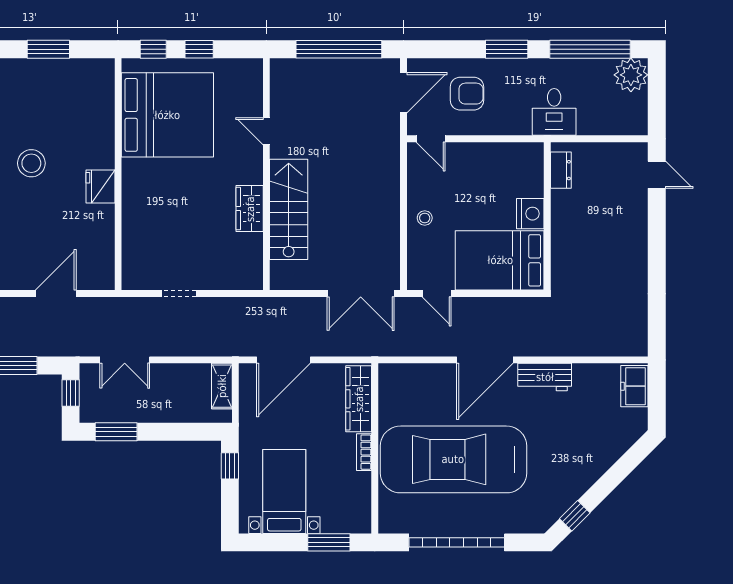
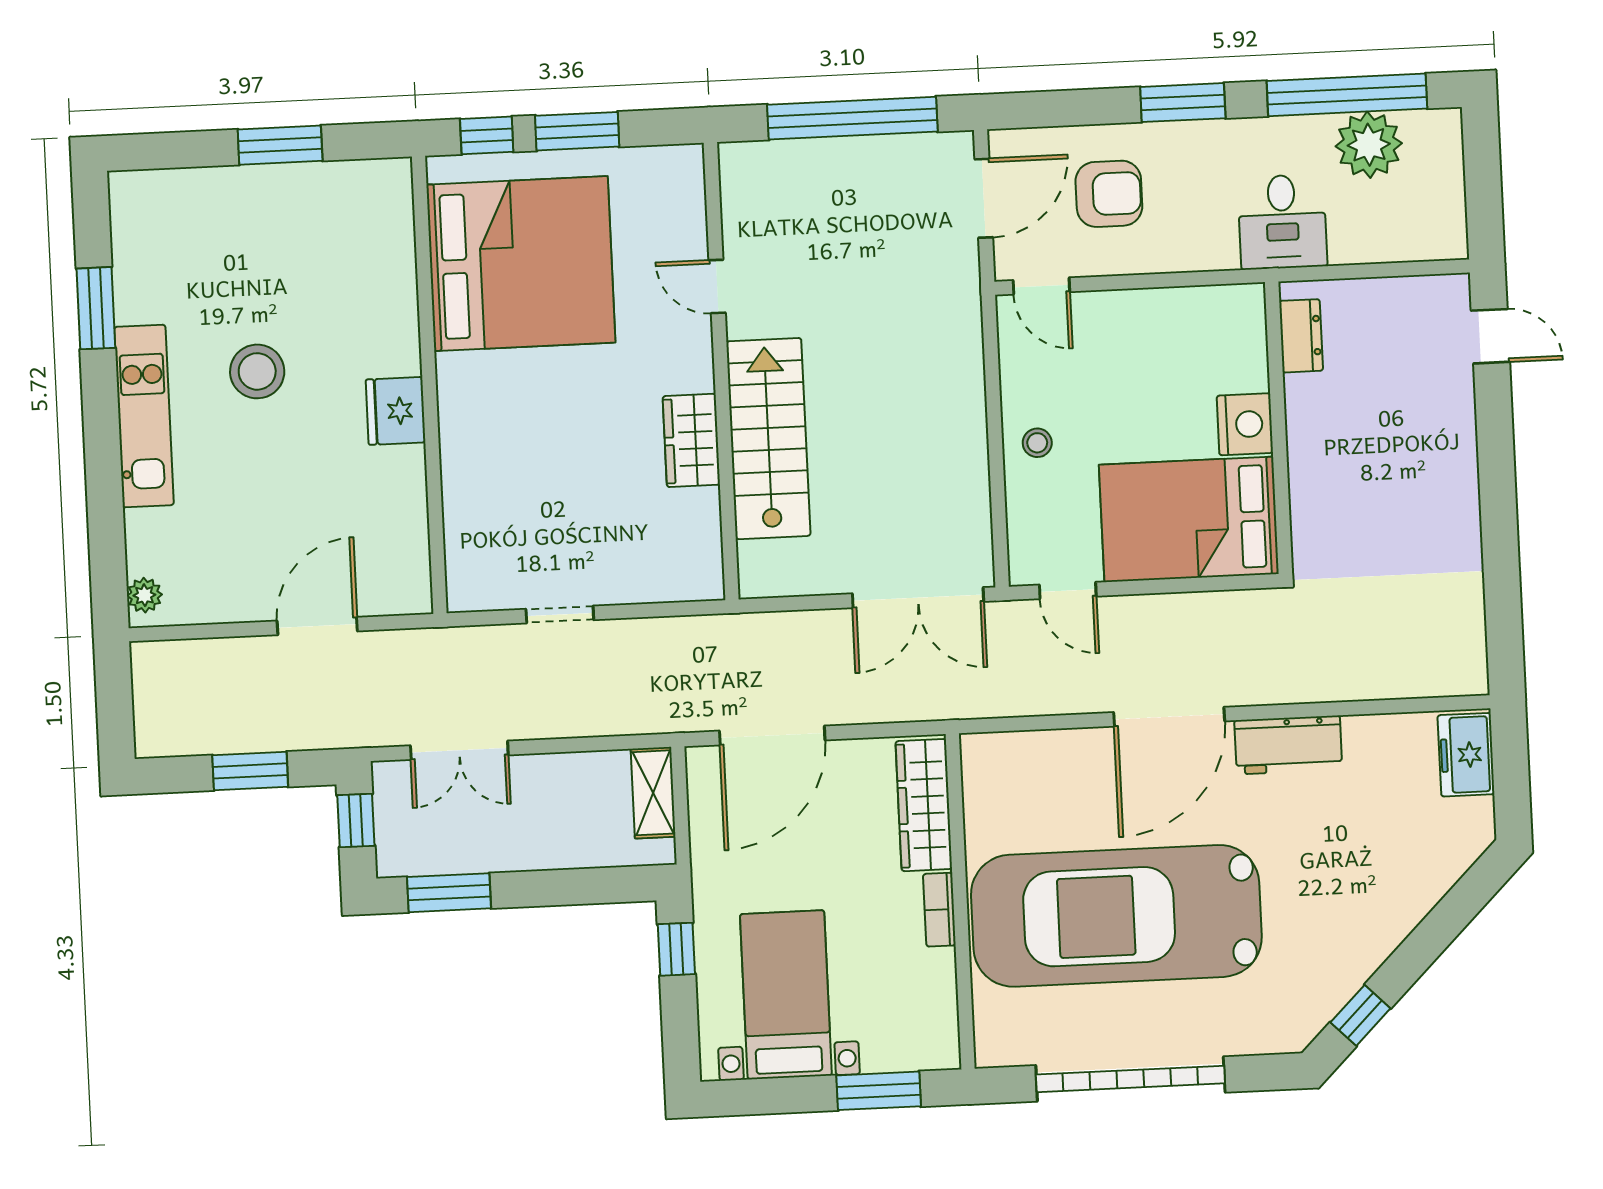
window: (199, 49) -> (577, 131), width x1.50
plant: (631, 75) -> (1369, 145), moved

